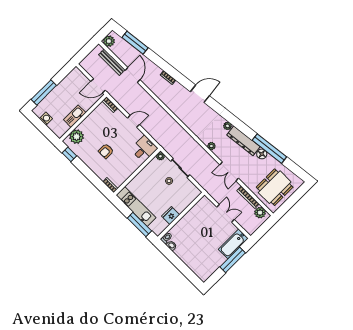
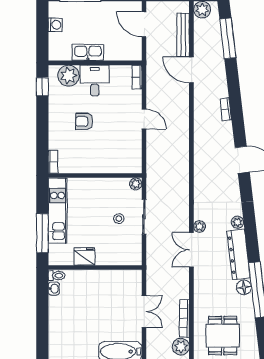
door: (133, 75) -> (191, 70), swing flipped
door: (98, 86) -> (144, 24), moved
desk: (144, 149) -> (95, 80), moved, turned -90
double door: (229, 171) -> (191, 250), moved
dining table: (275, 187) -> (223, 336), width x0.73

